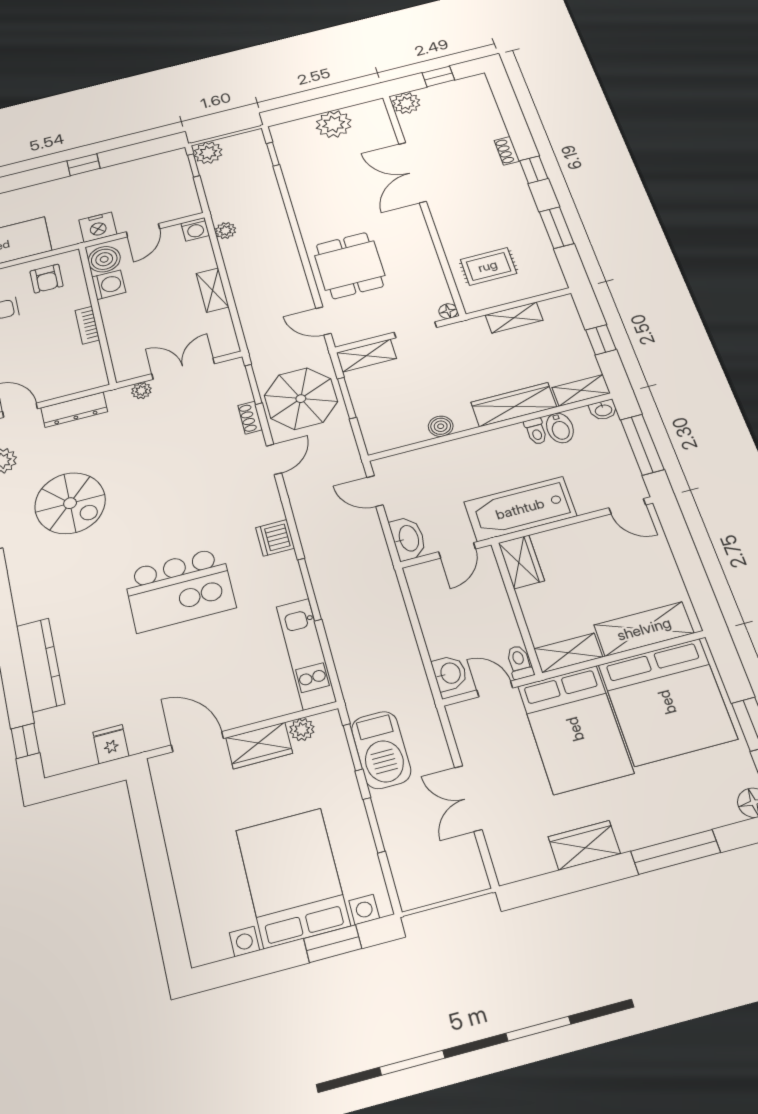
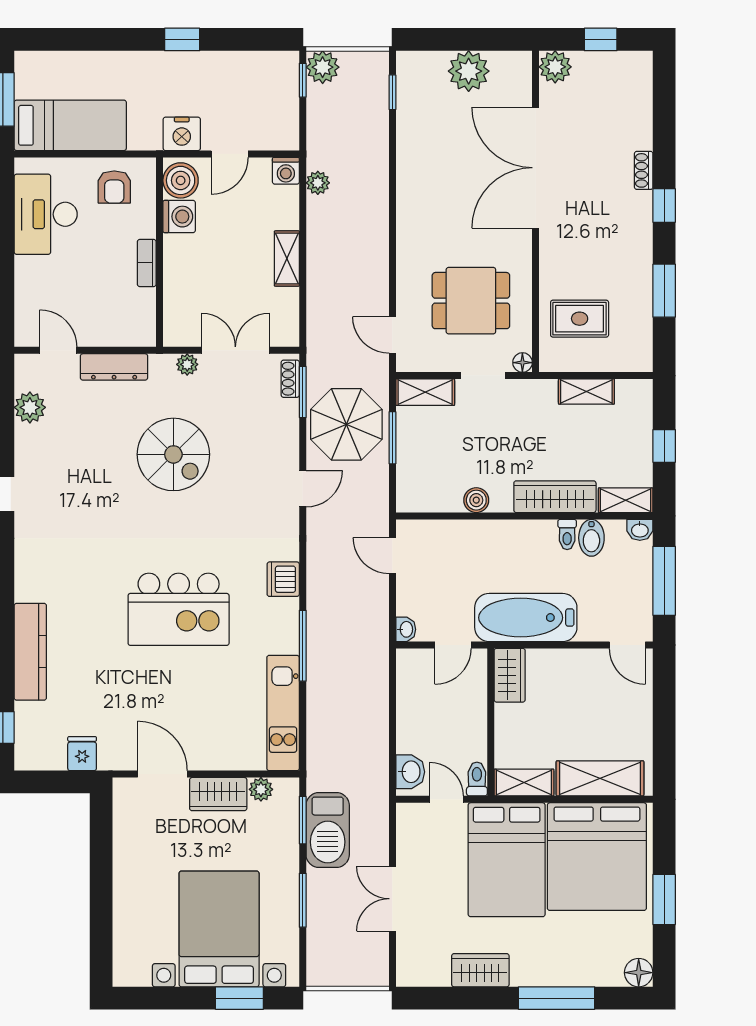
double door: (413, 173) -> (536, 168), width x1.36
dining table: (350, 265) -> (471, 301), moved, turned 90
shoe rack: (250, 418) -> (290, 379), moved
spiral stairs: (70, 503) -> (173, 454), moved
washbasin: (408, 538) -> (406, 629), width x0.52, depth x0.69

